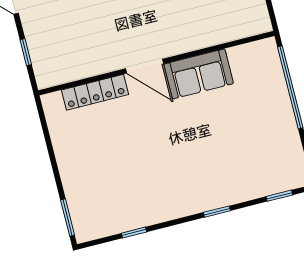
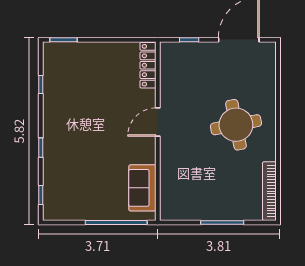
sofa: (199, 74) -> (142, 188), moved
locker: (95, 92) -> (148, 65), moved

